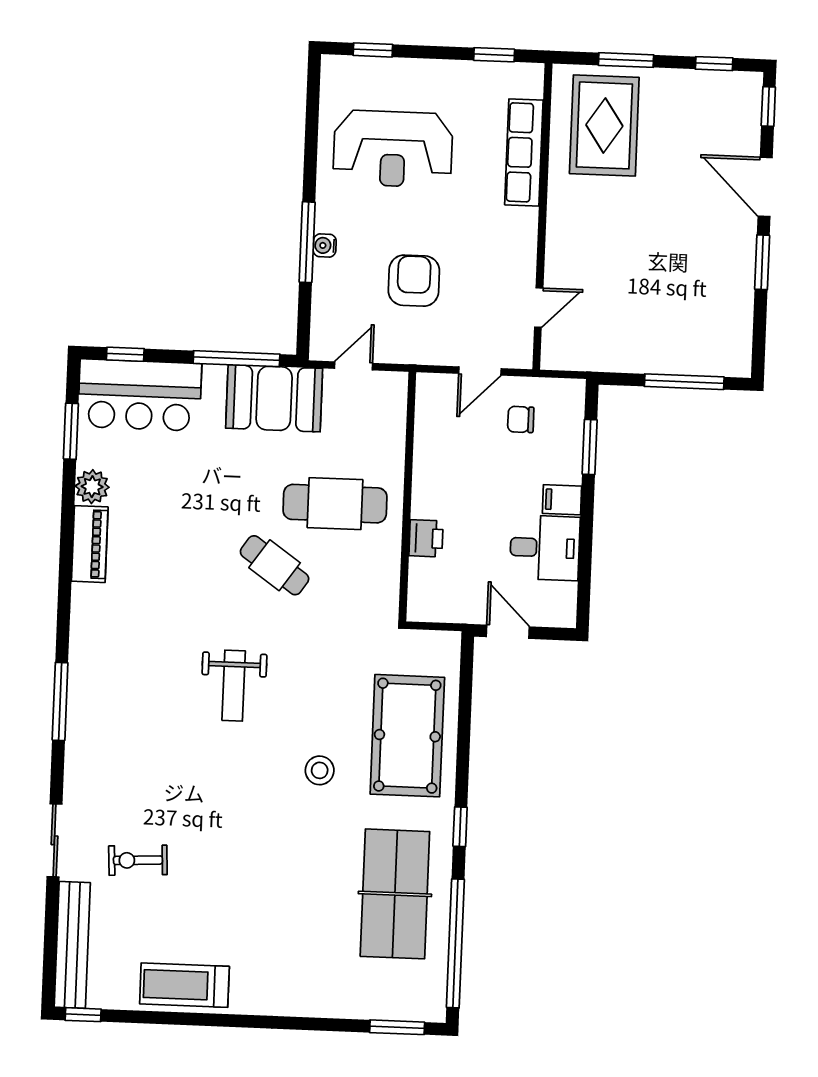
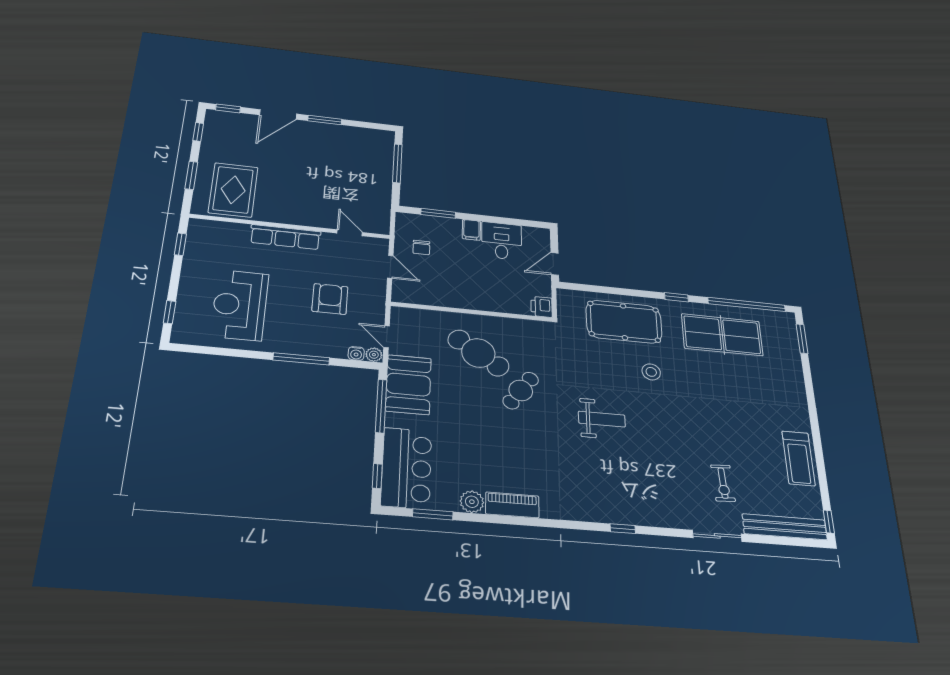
rug: (604, 125) -> (233, 190), turned 90
reception desk: (393, 149) -> (240, 305), turned 180
row of seats: (524, 153) -> (285, 237), moved
water cooler: (325, 246) -> (356, 353), moved
armchair: (414, 281) -> (330, 299), turned 90
plant: (321, 347) -> (374, 355), added
cafe table: (335, 504) -> (478, 353), turned -56
printer: (426, 538) -> (542, 307), moved, turned -90
window: (60, 701) -> (623, 529), width x0.46

